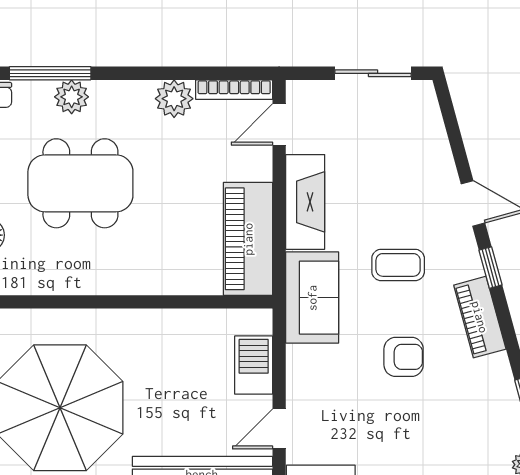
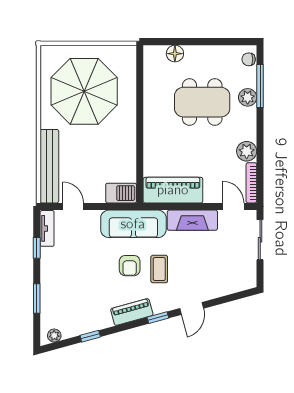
sliding door: (373, 73) -> (260, 240), moved
dining table: (80, 183) -> (202, 102), turned 90
sofa: (312, 298) -> (133, 224), width x1.36
armchair: (404, 357) -> (130, 266), moved
barbecue: (254, 365) -> (121, 193), moved

